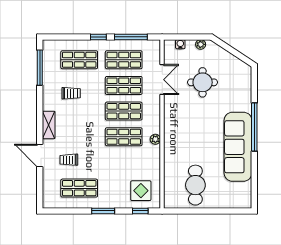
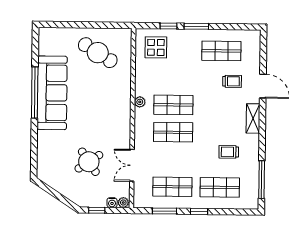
window: (131, 37) -> (165, 211), width x0.69
window: (195, 37) -> (97, 210), added
plant: (201, 44) -> (123, 203), moved
round table: (203, 82) -> (89, 162), turned -34
shop shelf: (124, 85) -> (173, 159), removed
window: (254, 127) -> (35, 93), moved
cafe table: (195, 185) -> (98, 53), turned -58
window: (140, 211) -> (168, 26), moved

